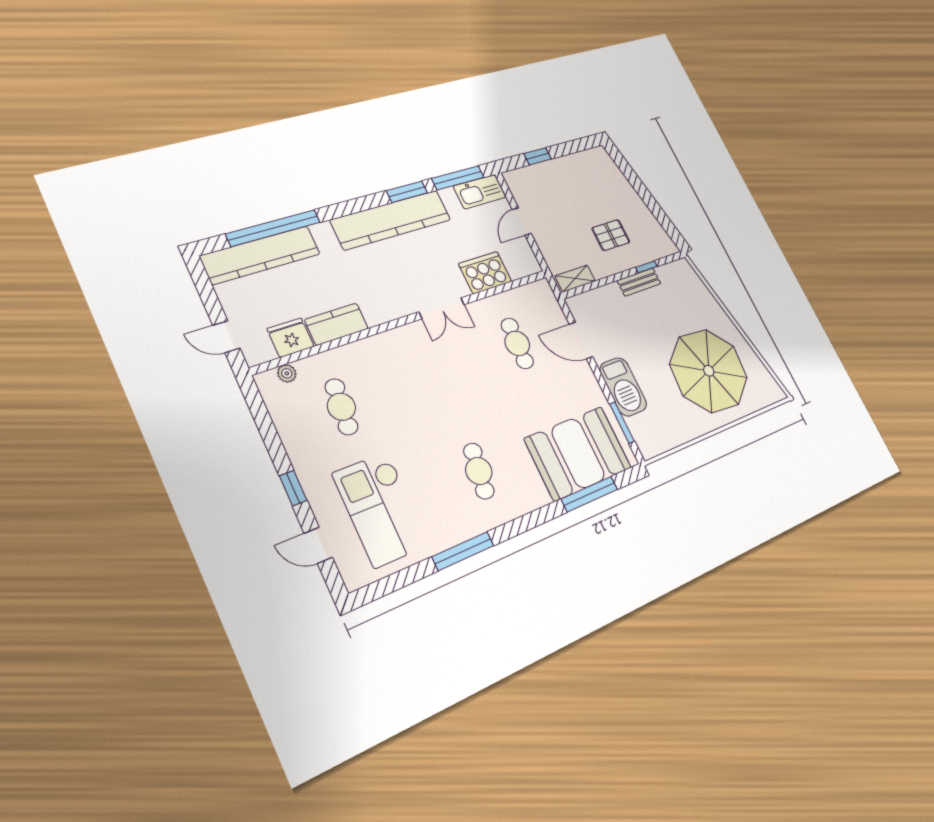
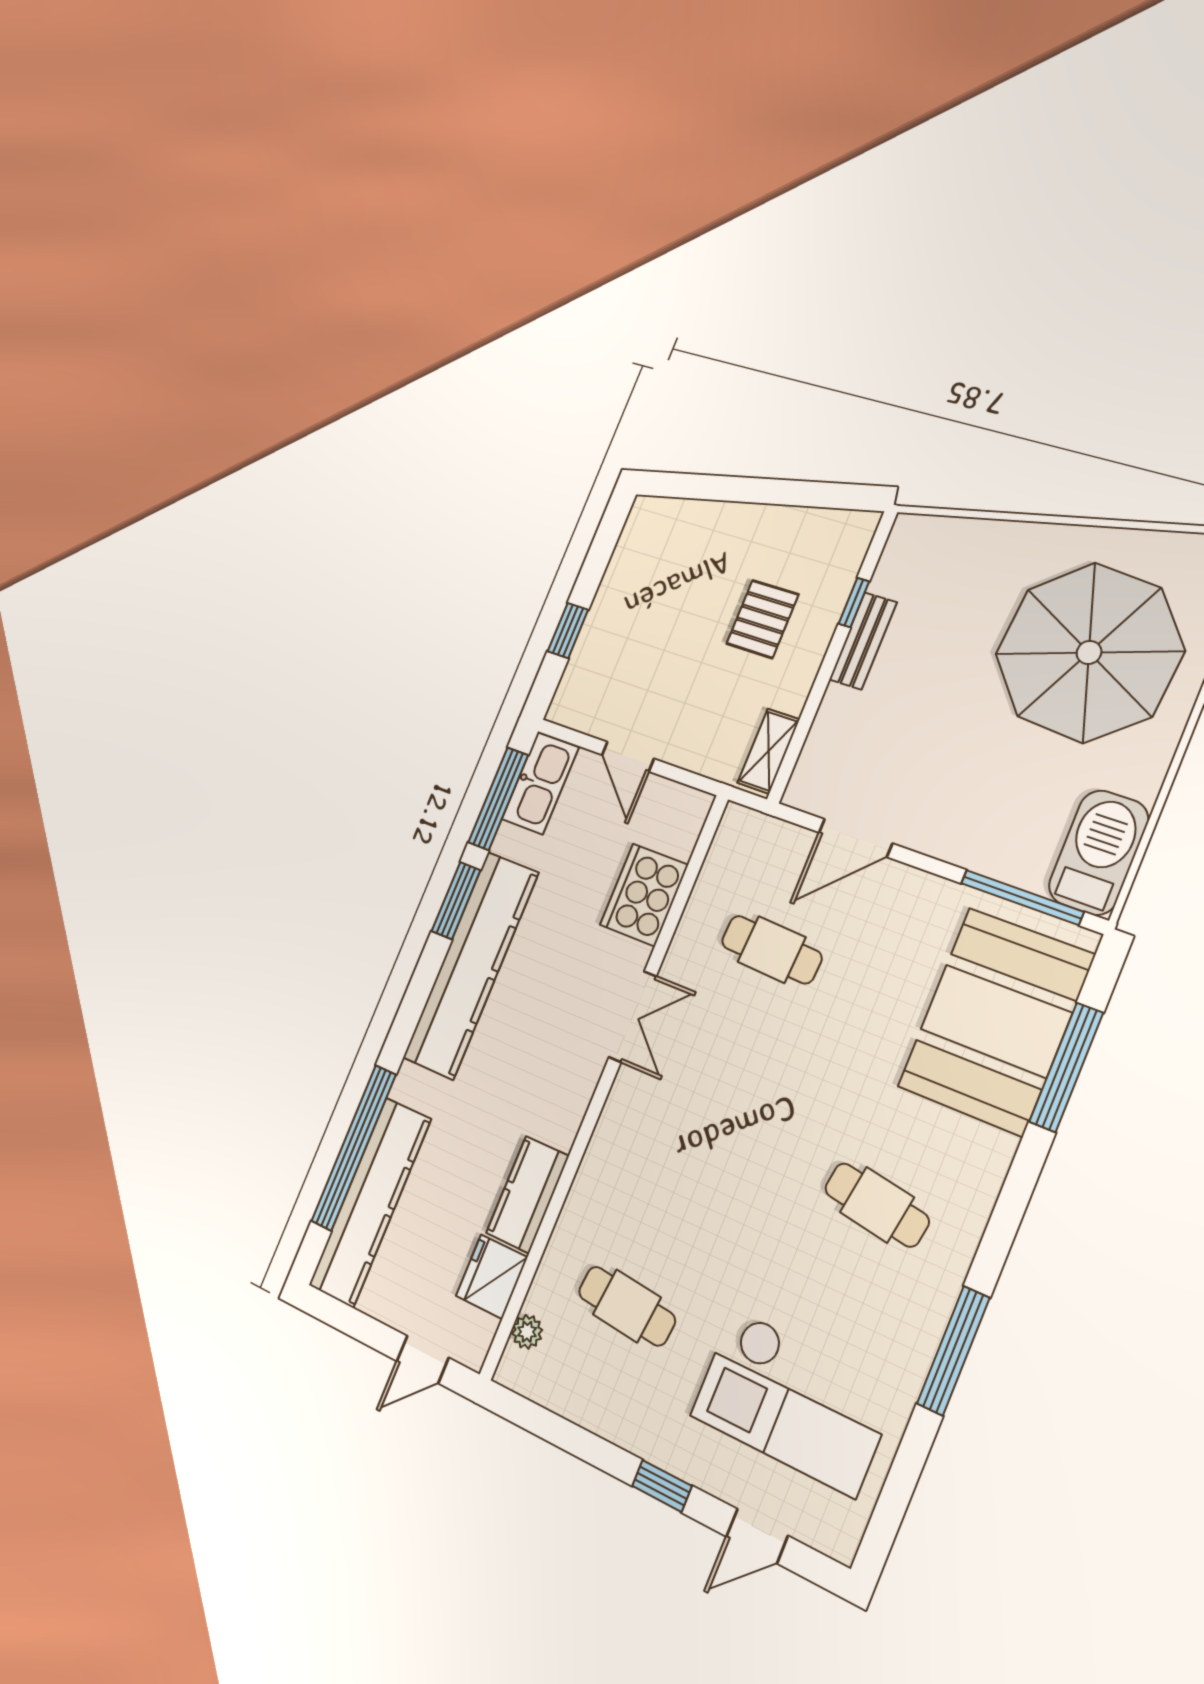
barbecue: (623, 387) -> (1098, 853), moved, turned -90
window: (622, 423) -> (1022, 897), width x1.44

